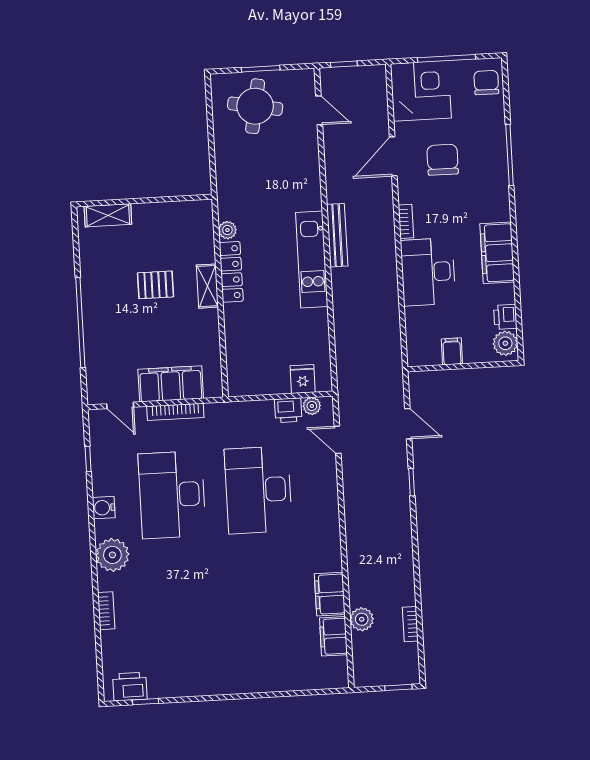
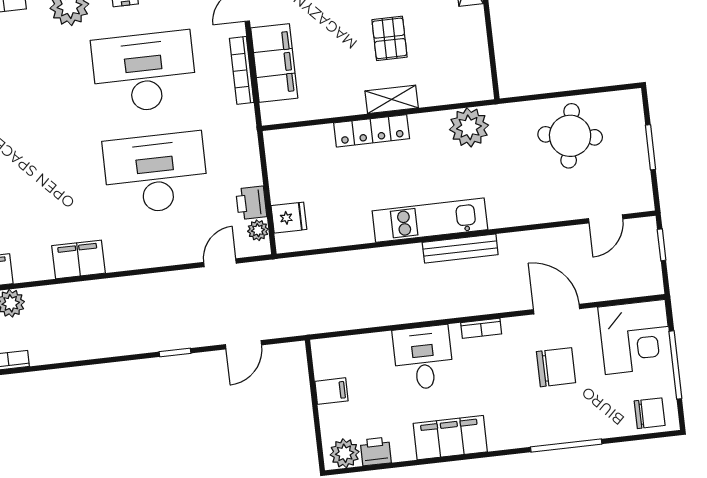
round table: (255, 106) -> (570, 136), moved
plant: (227, 230) -> (469, 127), width x1.87, depth x1.87
locker: (231, 272) -> (372, 131), moved
desk: (428, 272) -> (423, 358), width x0.73
filing cabinet: (330, 594) -> (79, 259), moved

